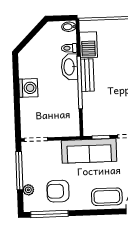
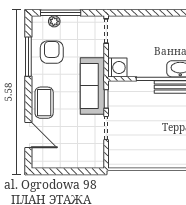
washing machine: (28, 88) -> (117, 67), moved, turned -90
window: (19, 171) -> (61, 13), moved
window: (49, 214) -> (28, 57), moved

